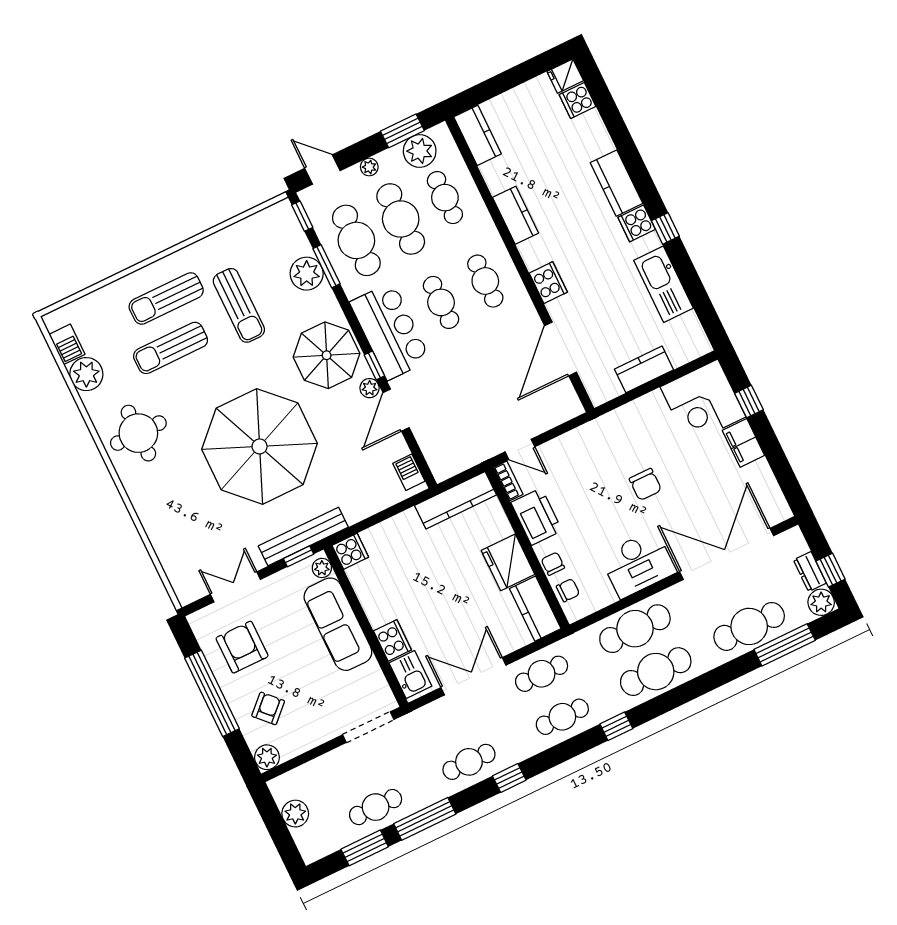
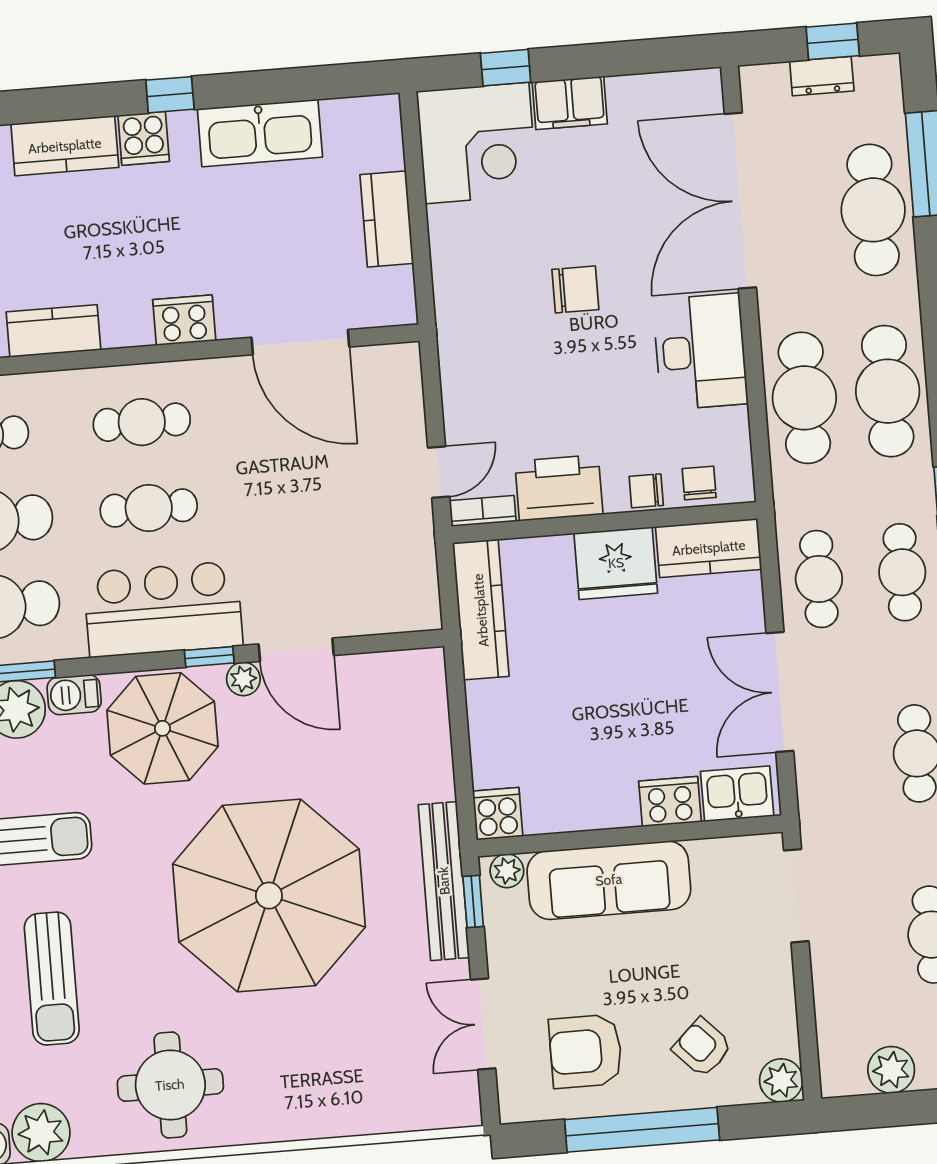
barbecue: (409, 472) -> (74, 695), moved
plant: (821, 602) -> (879, 77), removed

